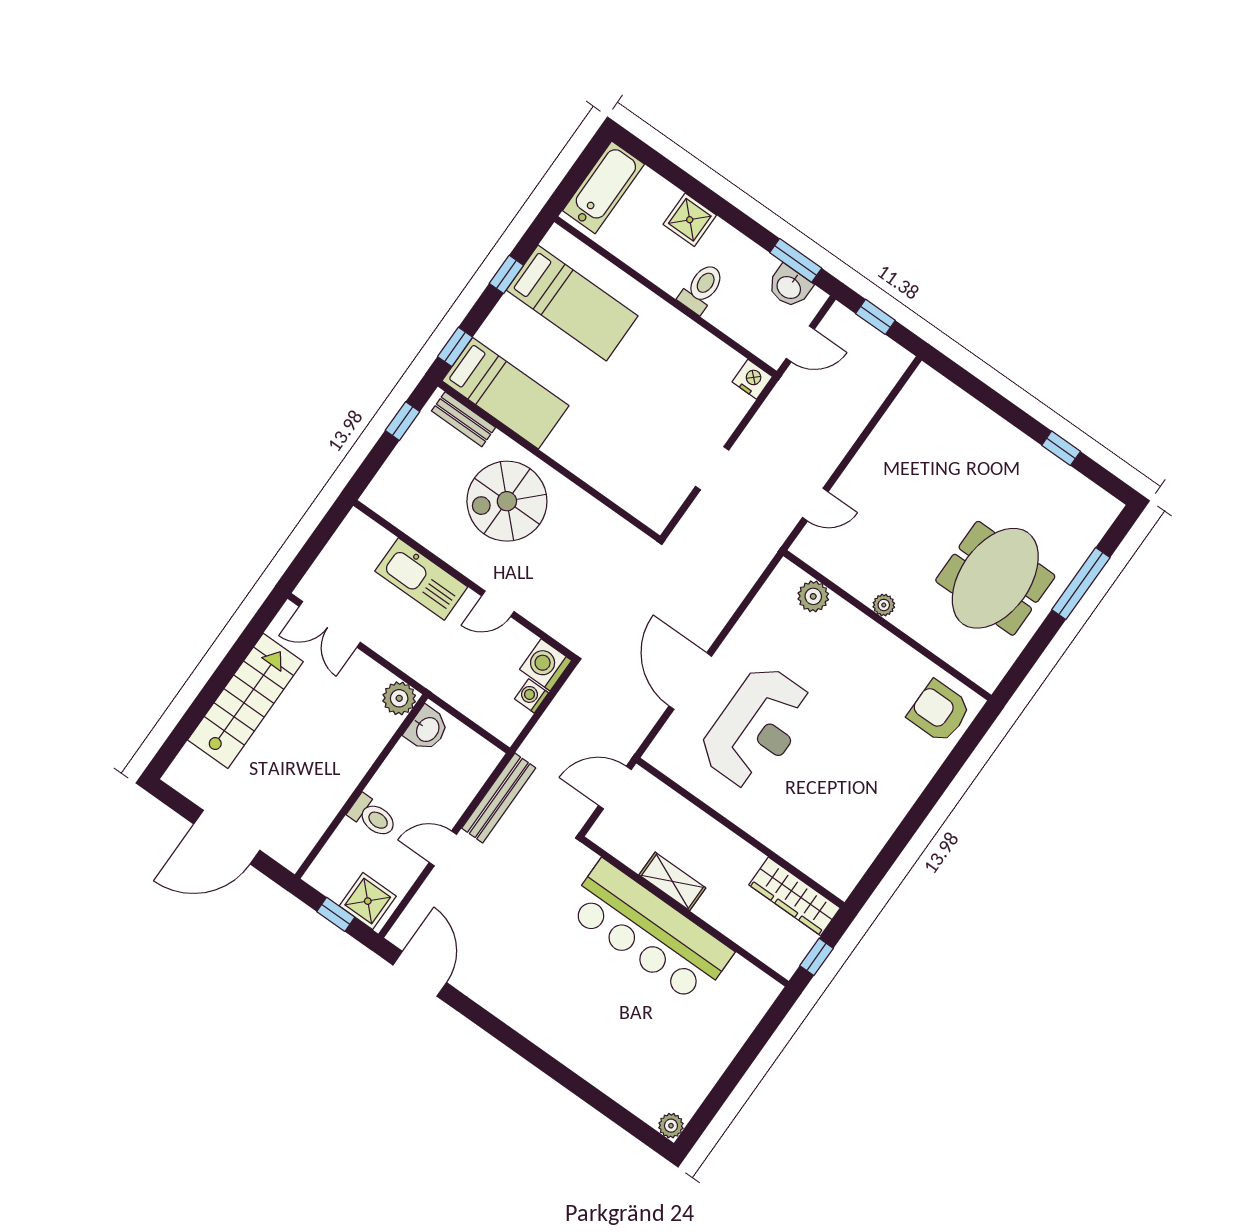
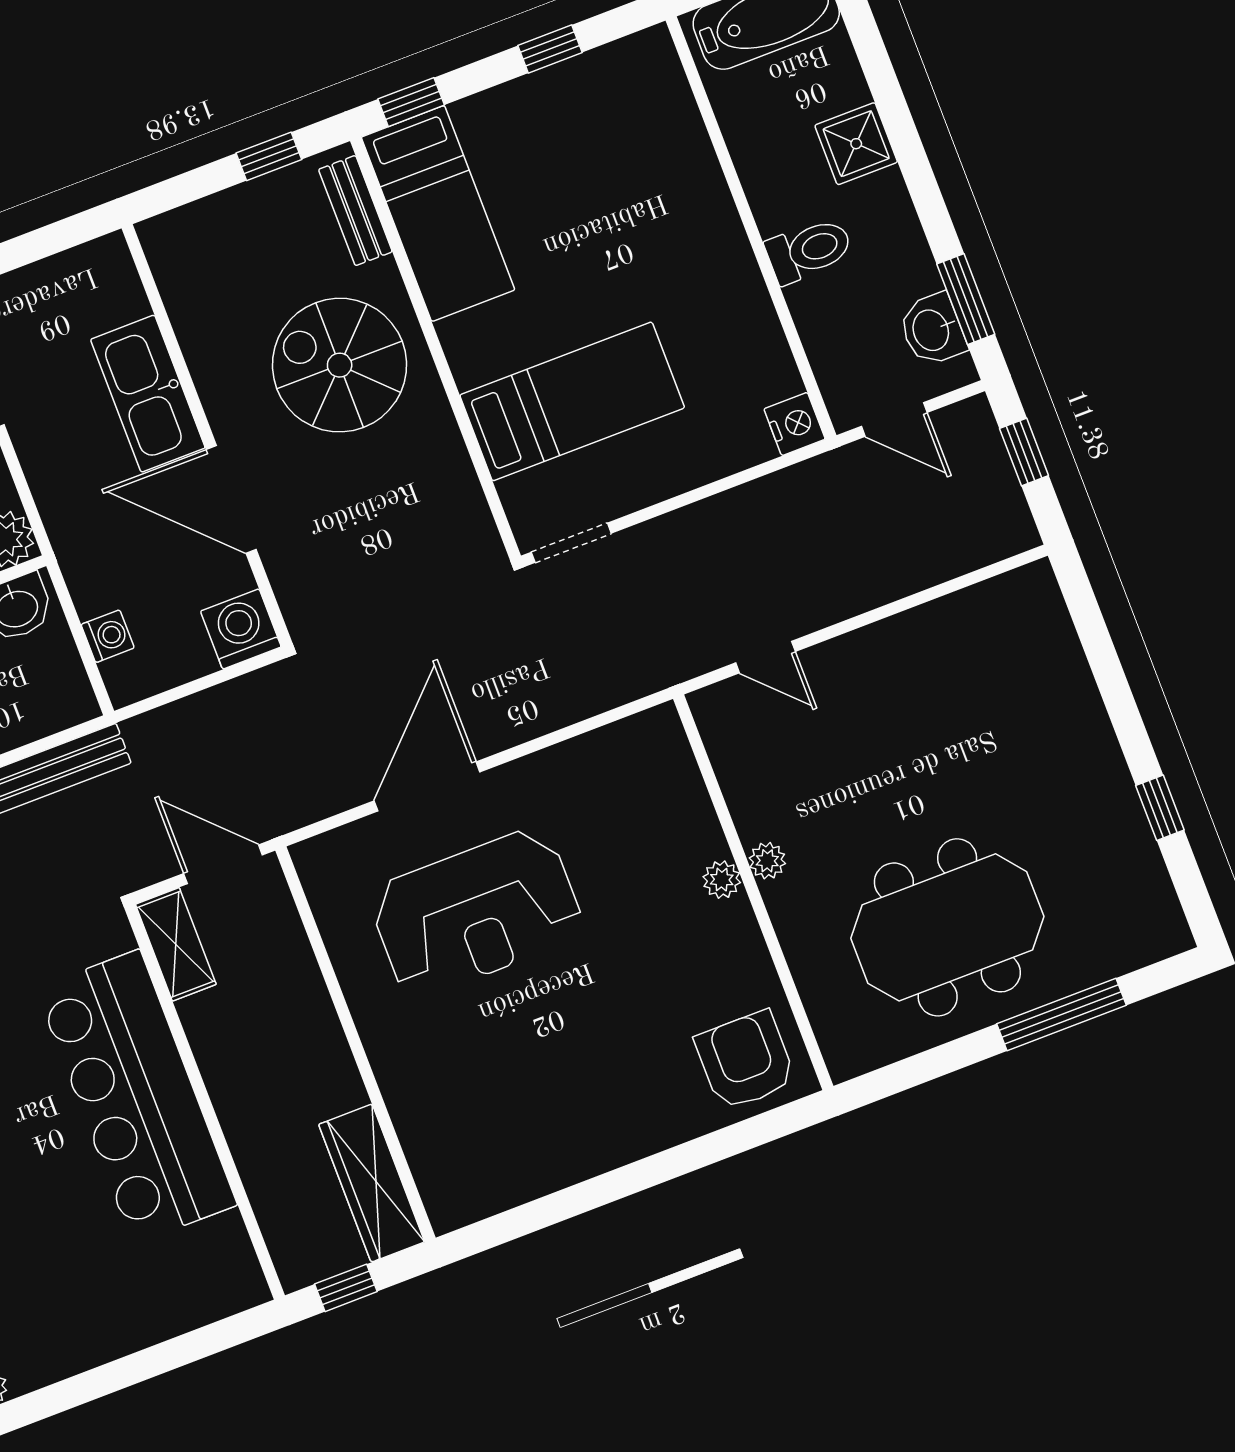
bed: (572, 303) -> (572, 401), moved, turned -90
doorway: (712, 468) -> (571, 543), moved
plant: (813, 596) -> (722, 880), moved, width x0.73, depth x0.73
door: (498, 604) -> (231, 500), width x1.87
washing machine: (532, 696) -> (108, 636), moved, turned 90
shelving: (672, 881) -> (176, 944), moved

